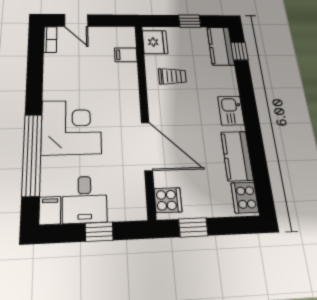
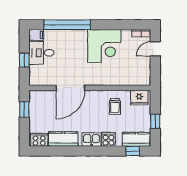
filing cabinet: (126, 55) -> (130, 79), removed
corner desk: (71, 127) -> (104, 46), moved
cooker: (168, 200) -> (108, 139), moved, turned 180

